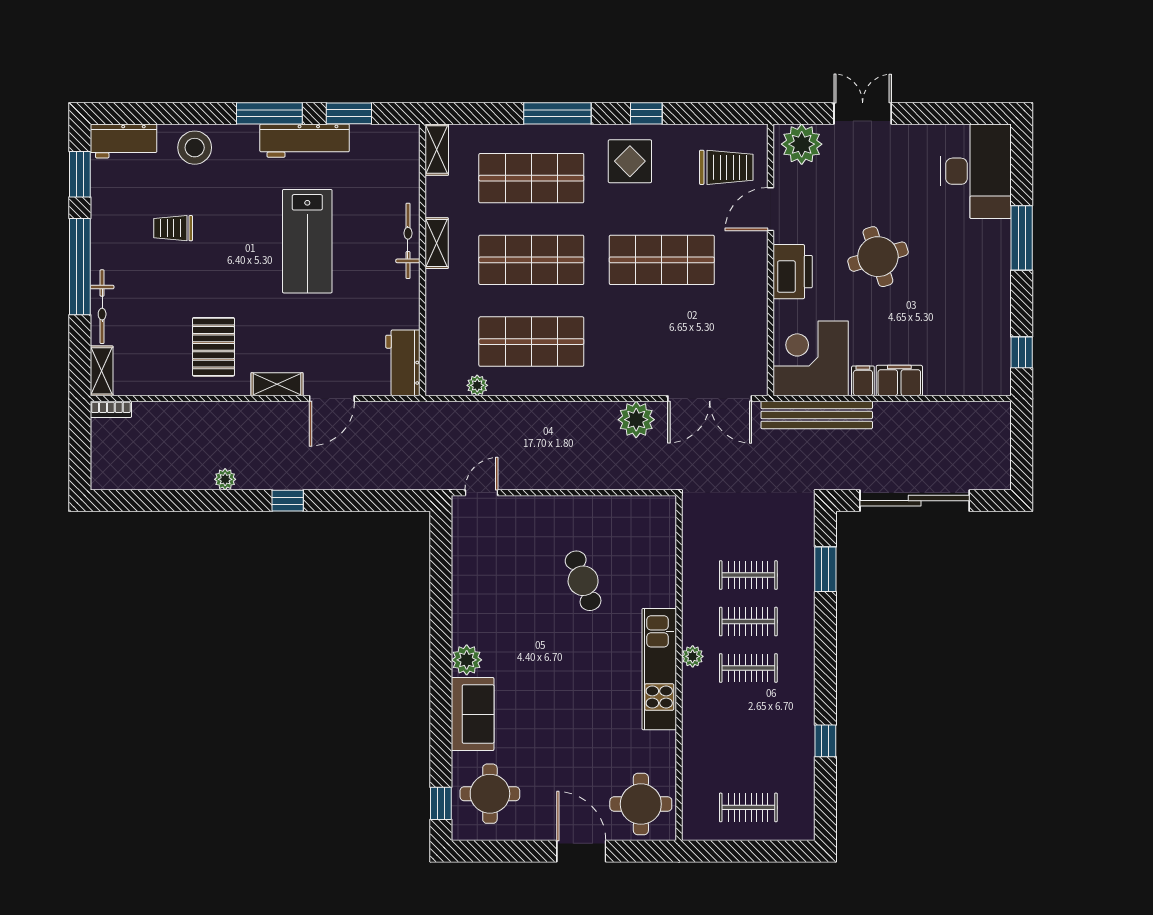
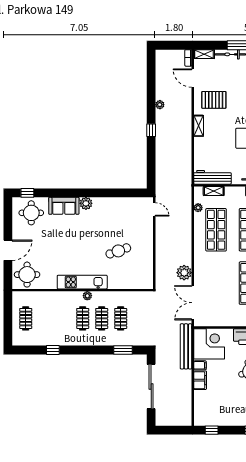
shelving: (436, 347) -> (214, 191), added
workbench: (403, 363) -> (212, 177), width x1.38
door: (332, 399) -> (193, 78), moved

